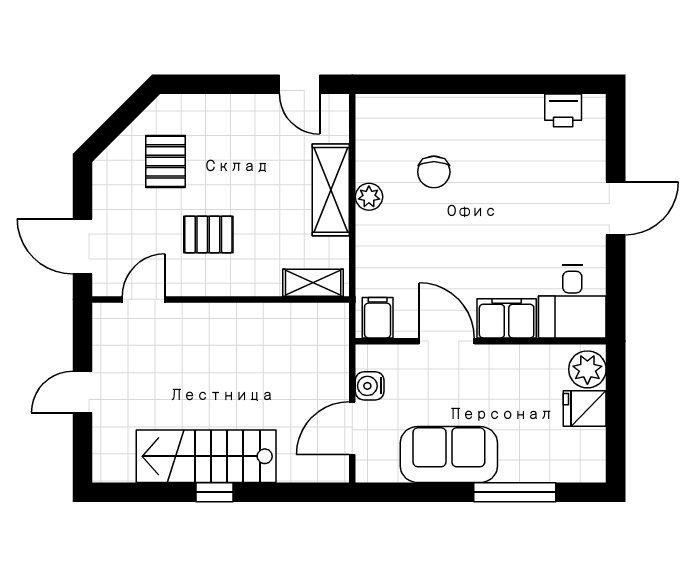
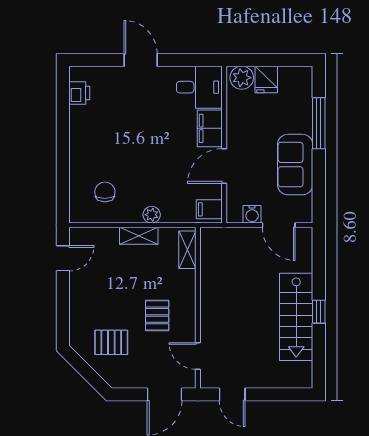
chair: (434, 172) -> (105, 192), moved, turned -90
shelving: (331, 190) -> (139, 236), width x0.67, depth x0.75
plant: (369, 197) -> (152, 215), moved
door: (82, 392) -> (232, 394), moved

